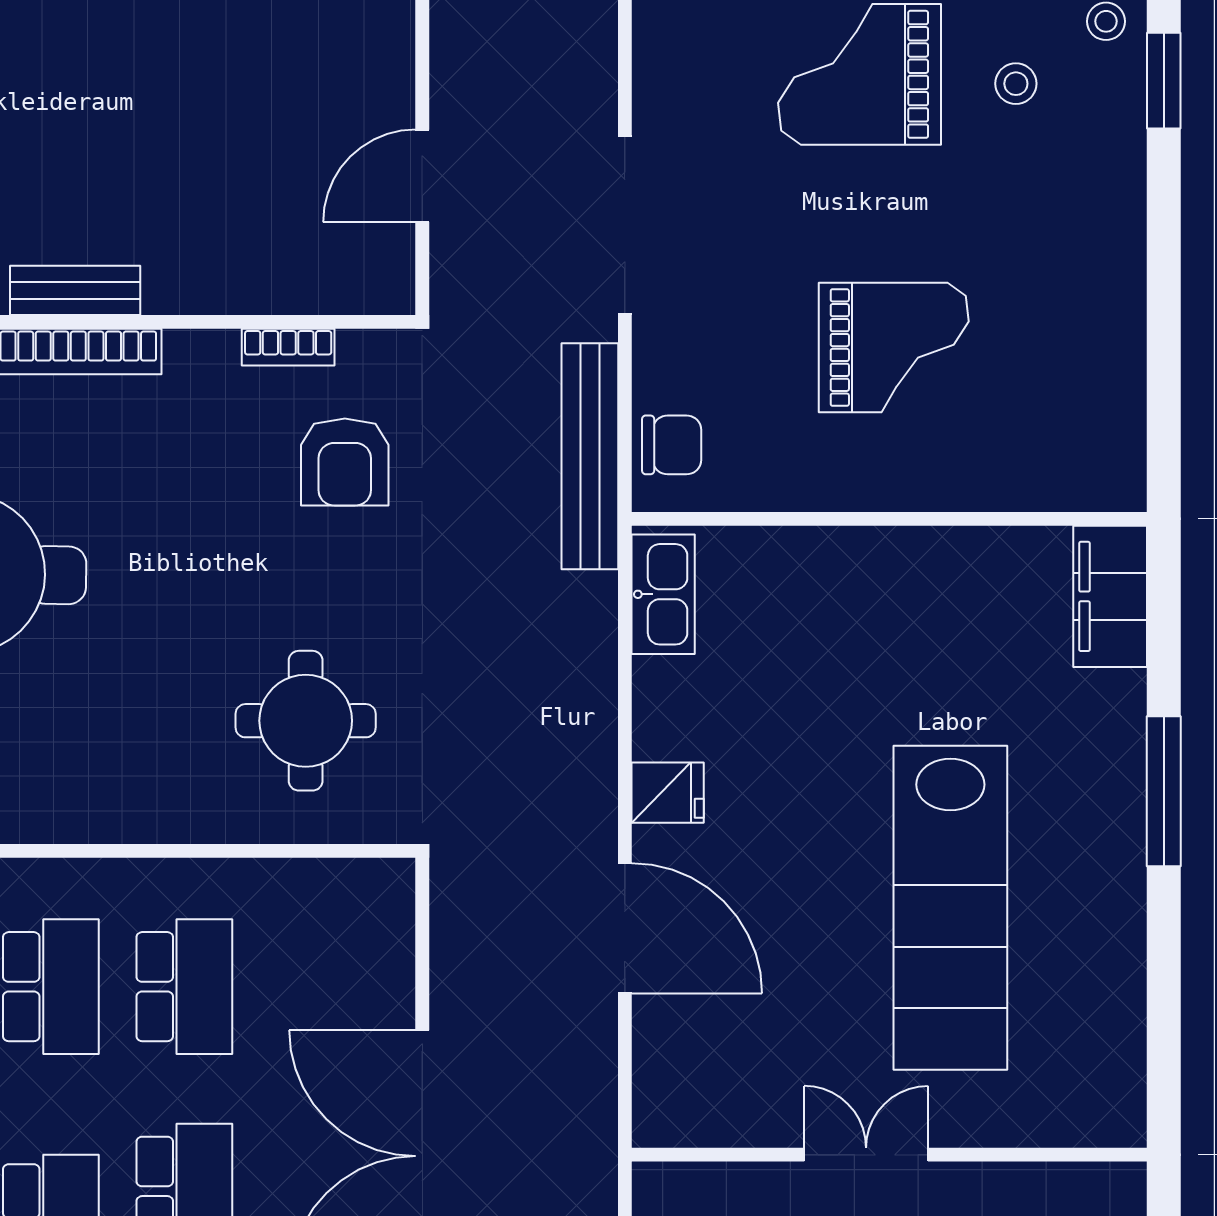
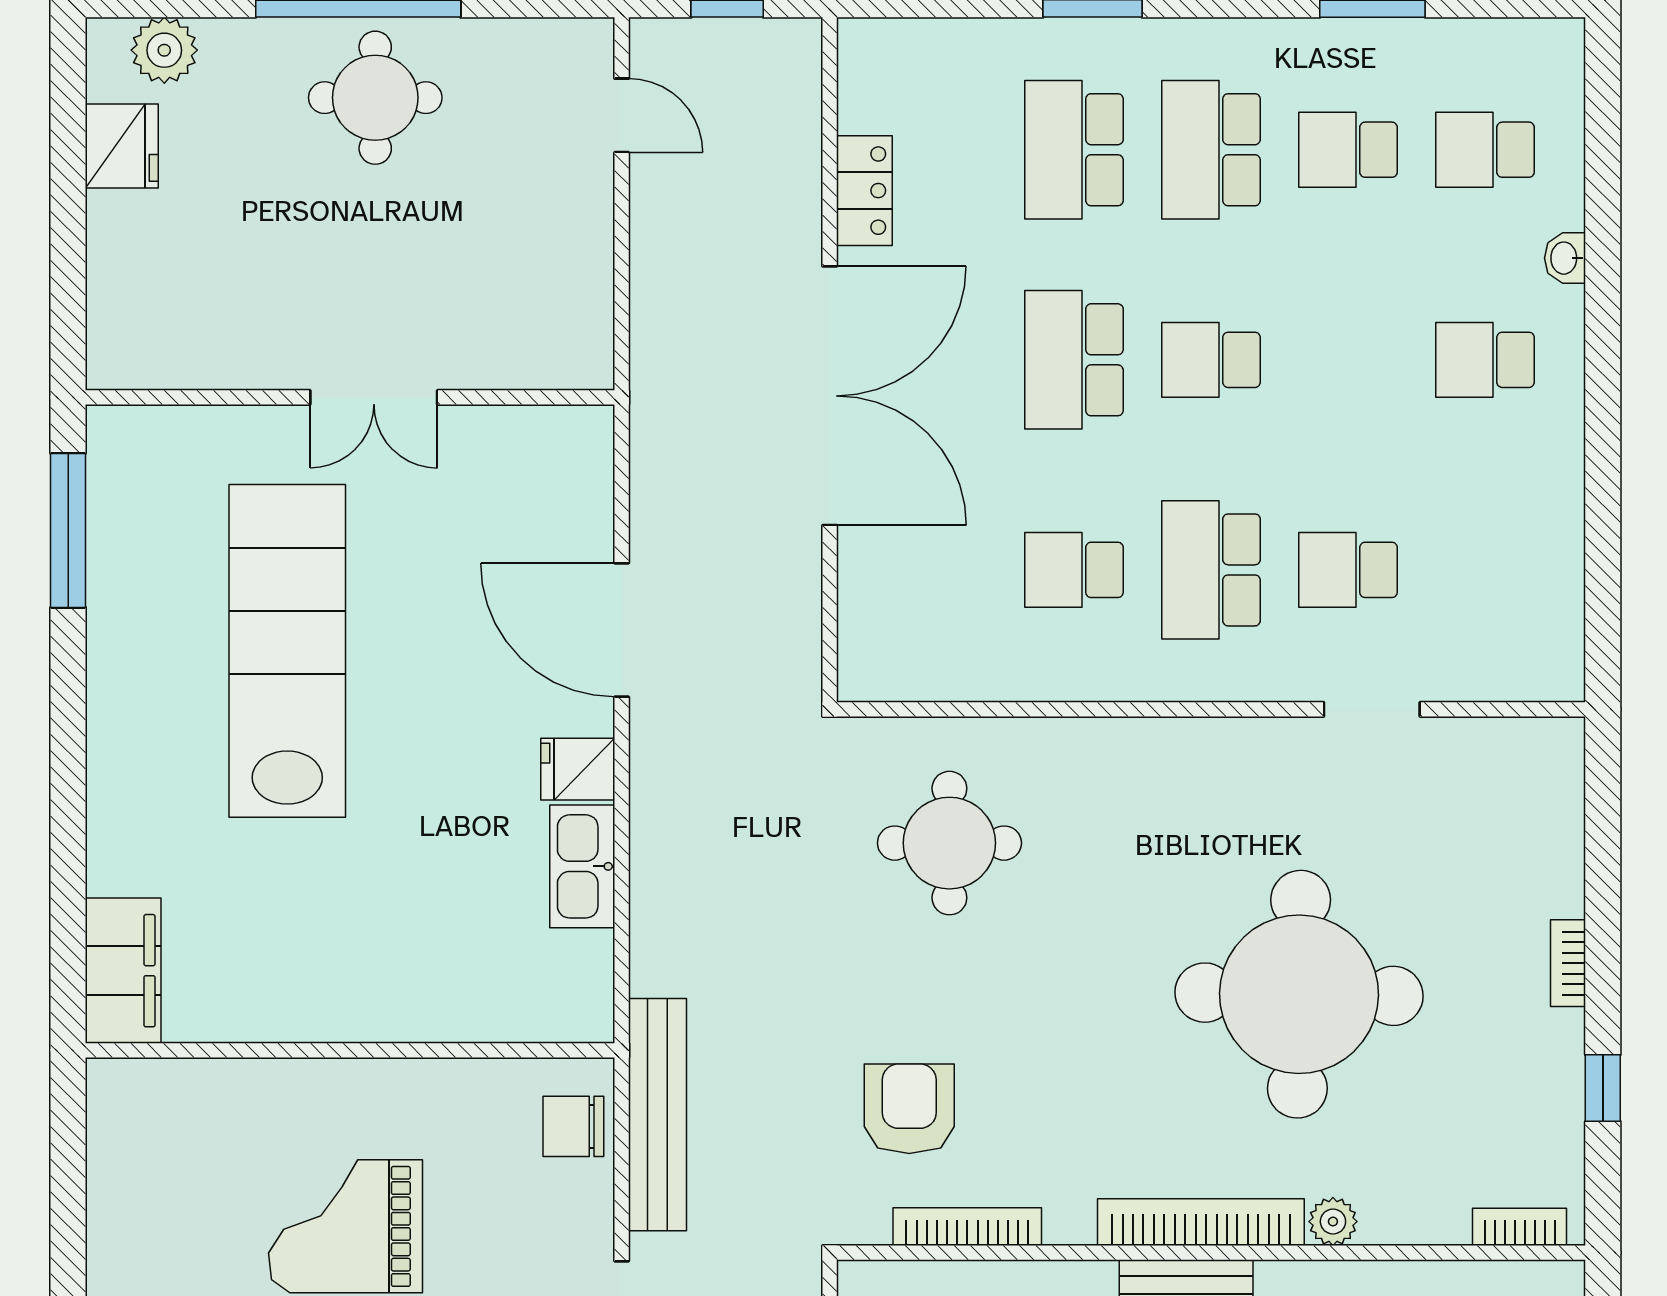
bookcase: (288, 347) -> (967, 1227), width x1.56
kitchen sink: (663, 594) -> (582, 866), moved
window: (1164, 791) -> (68, 530), moved
school desk: (184, 987) -> (1074, 570), width x0.54

